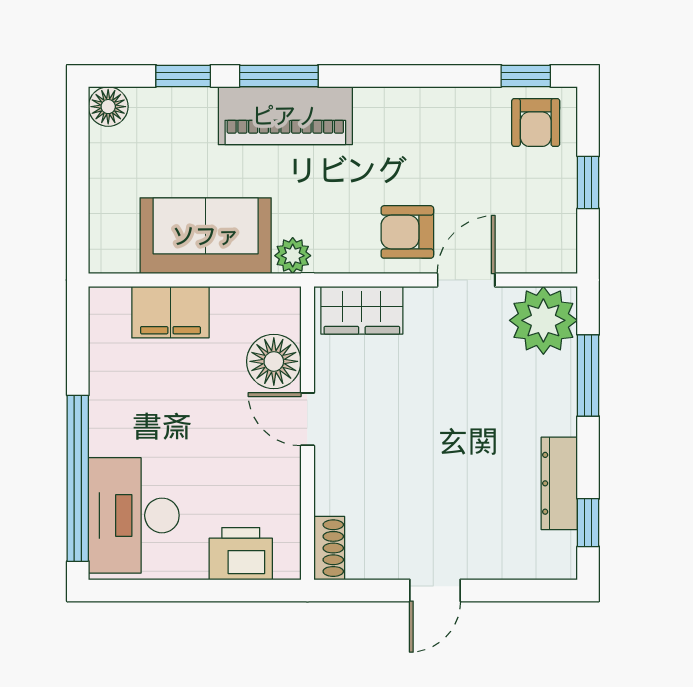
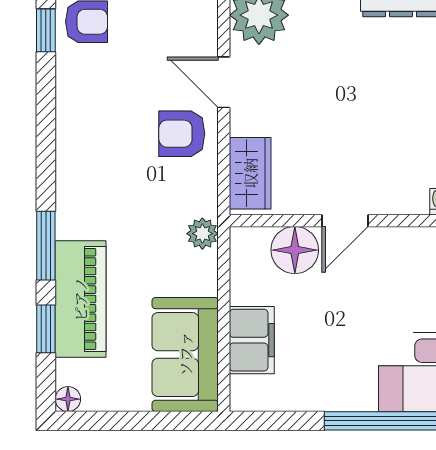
floor lamp: (108, 107) -> (68, 399), width x0.73, depth x0.73
piano: (285, 116) -> (80, 299), moved
armchair: (407, 232) -> (182, 134), turned 90
sofa: (206, 236) -> (185, 354), moved

